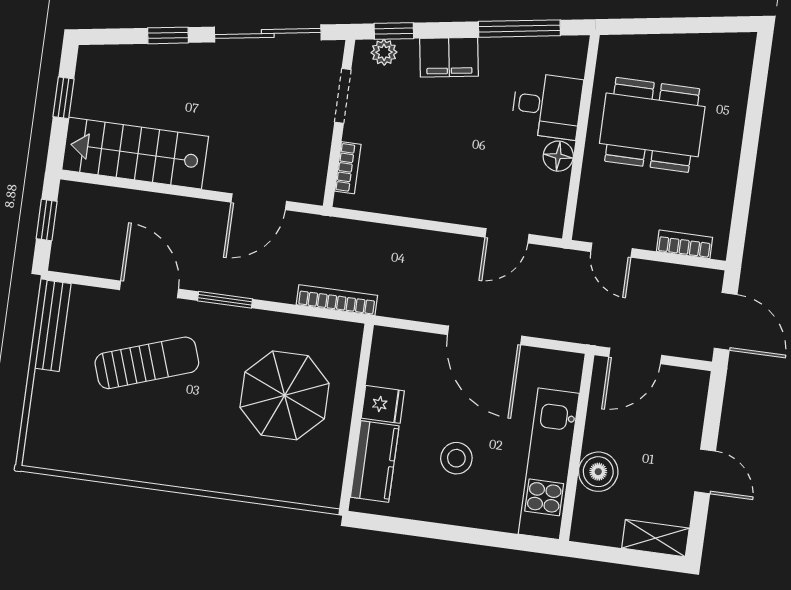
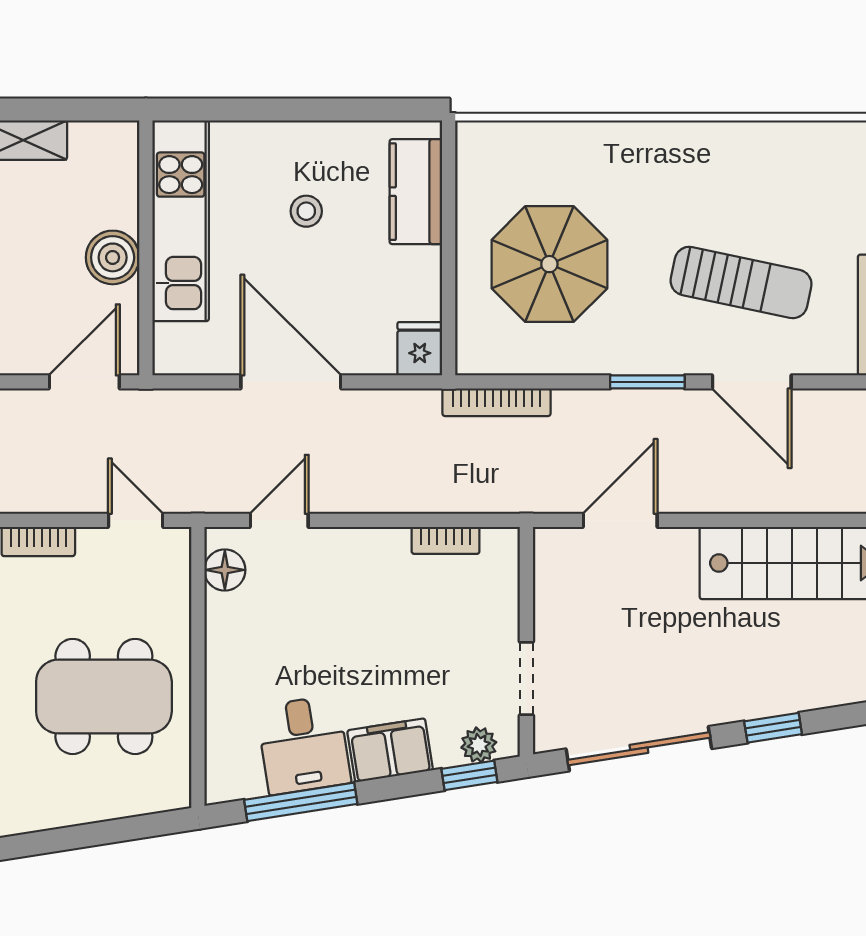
desk: (547, 106) -> (304, 745), moved, turned -99
floor lamp: (558, 156) -> (225, 570), moved
bookcase: (348, 168) -> (446, 540), moved, turned -90
sun lounger: (147, 363) -> (741, 282), turned -149
fridge: (383, 404) -> (420, 349), moved, turned 90
stool: (456, 458) -> (306, 211), width x0.73, depth x0.73
boiler: (598, 472) -> (113, 257), moved

